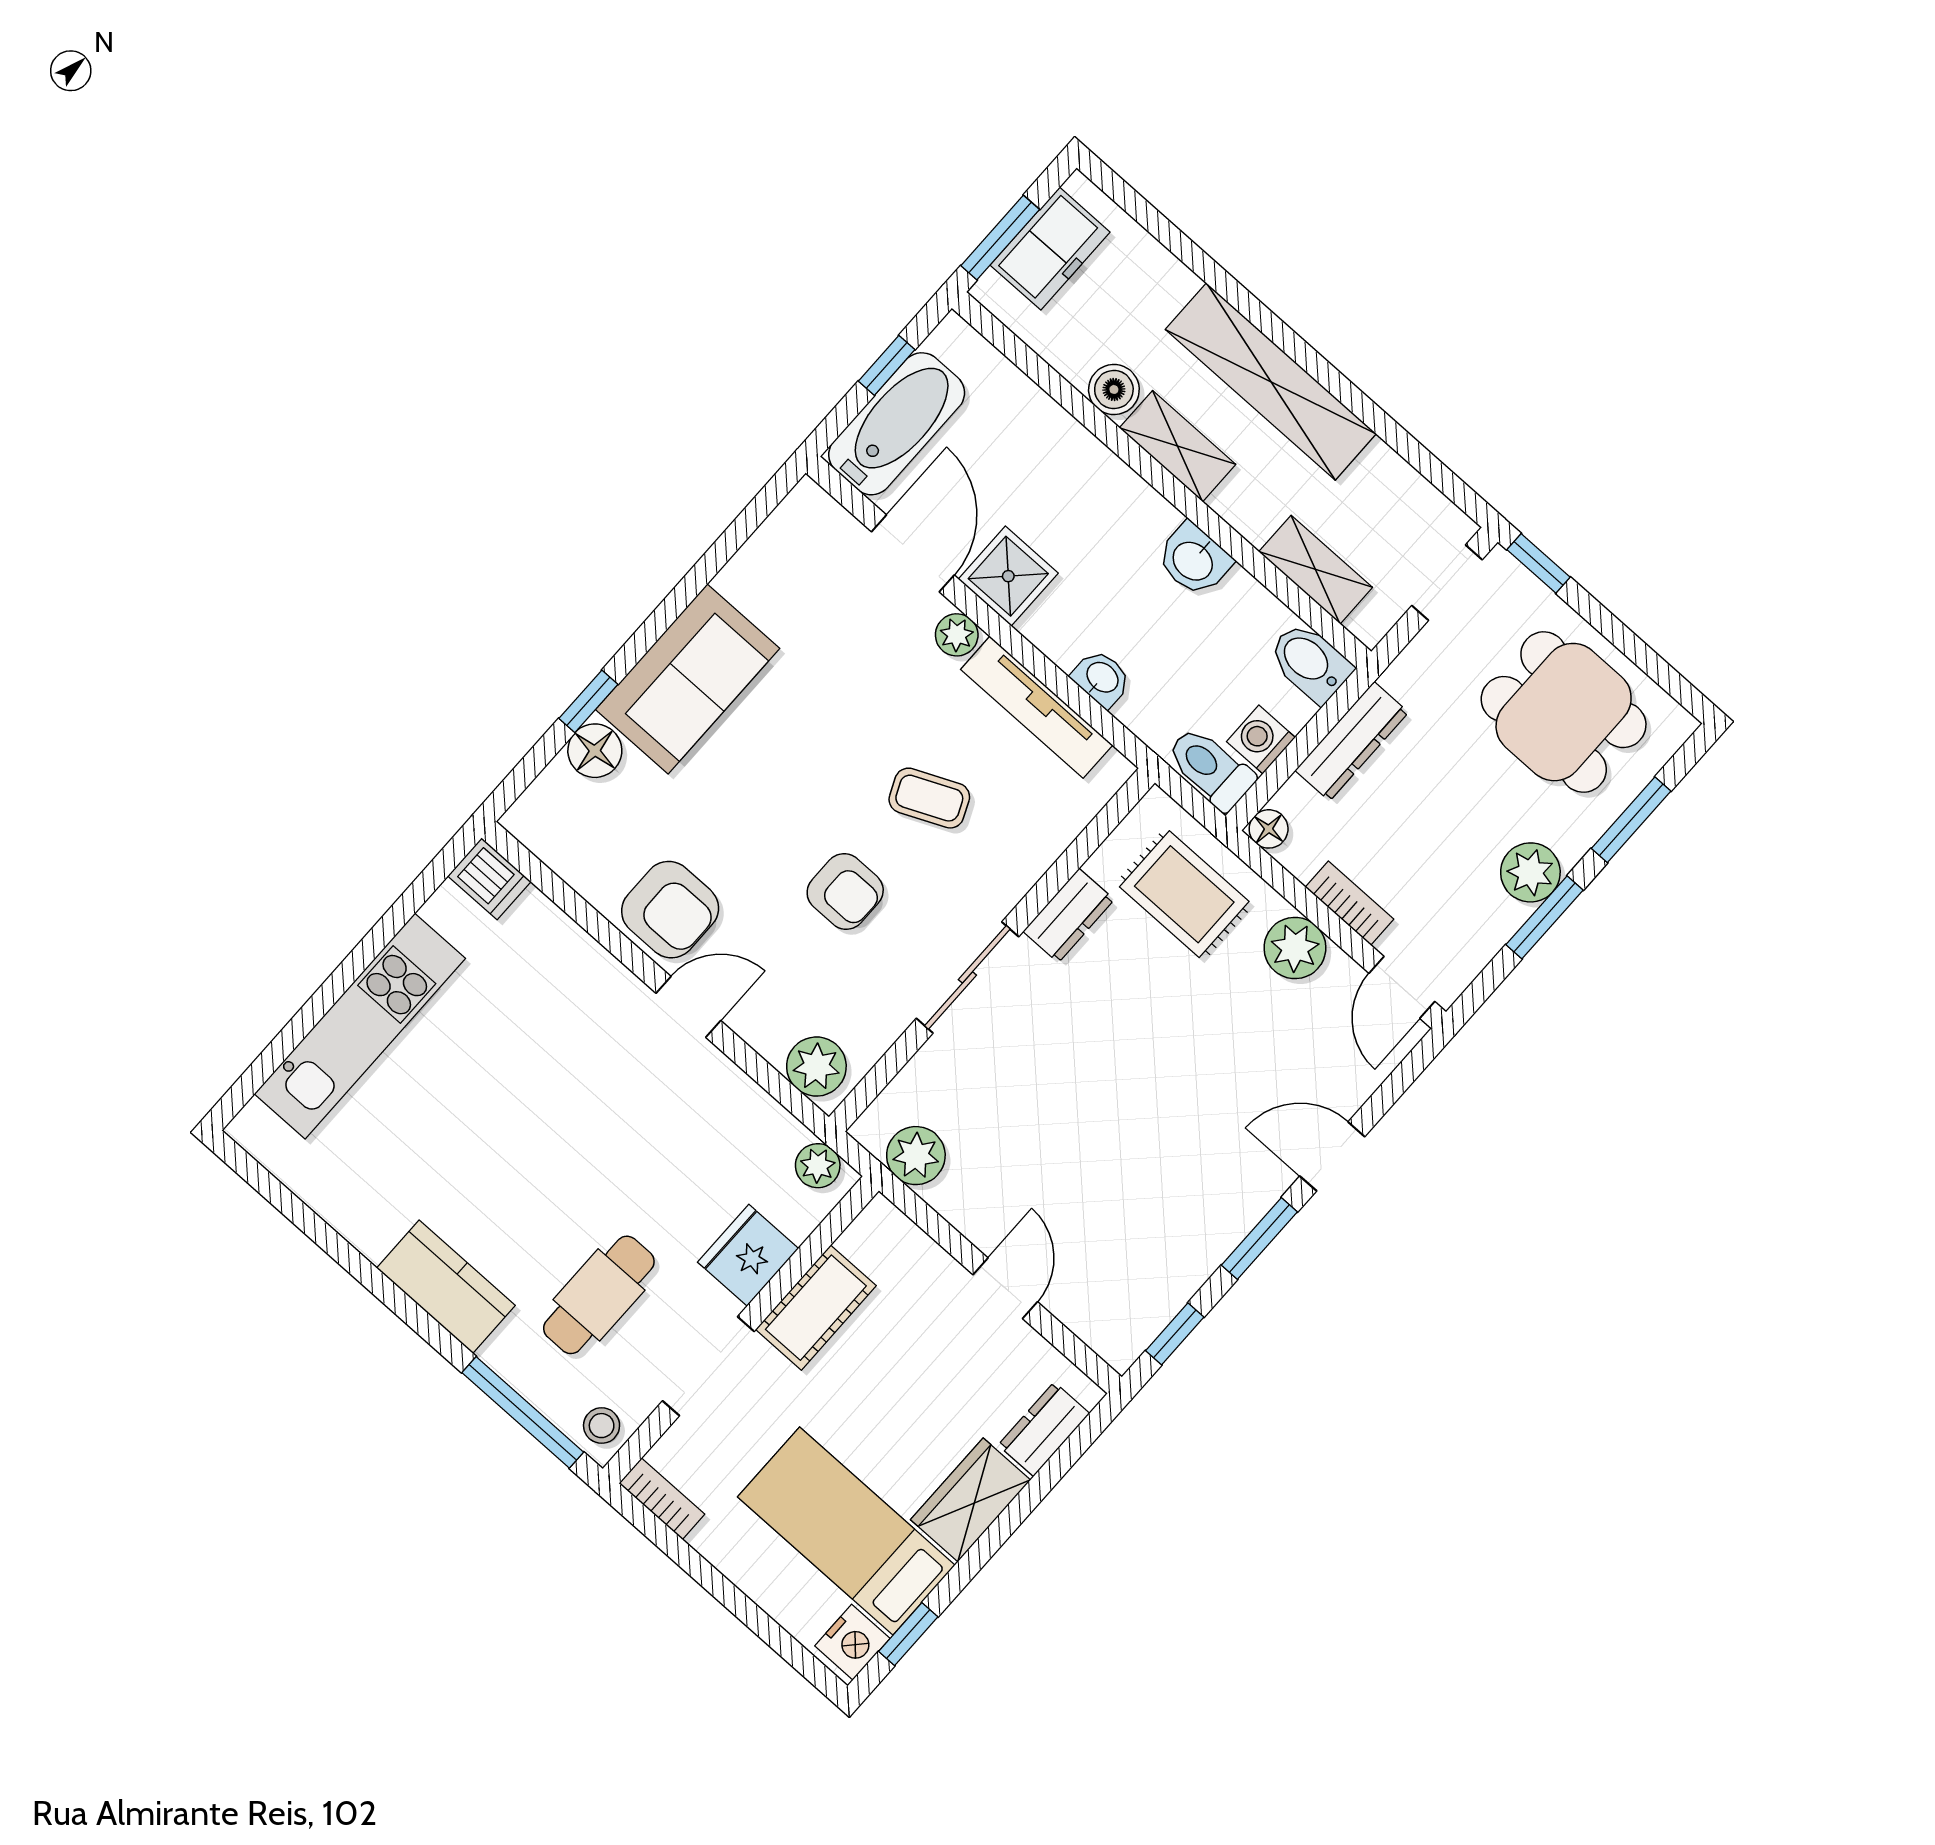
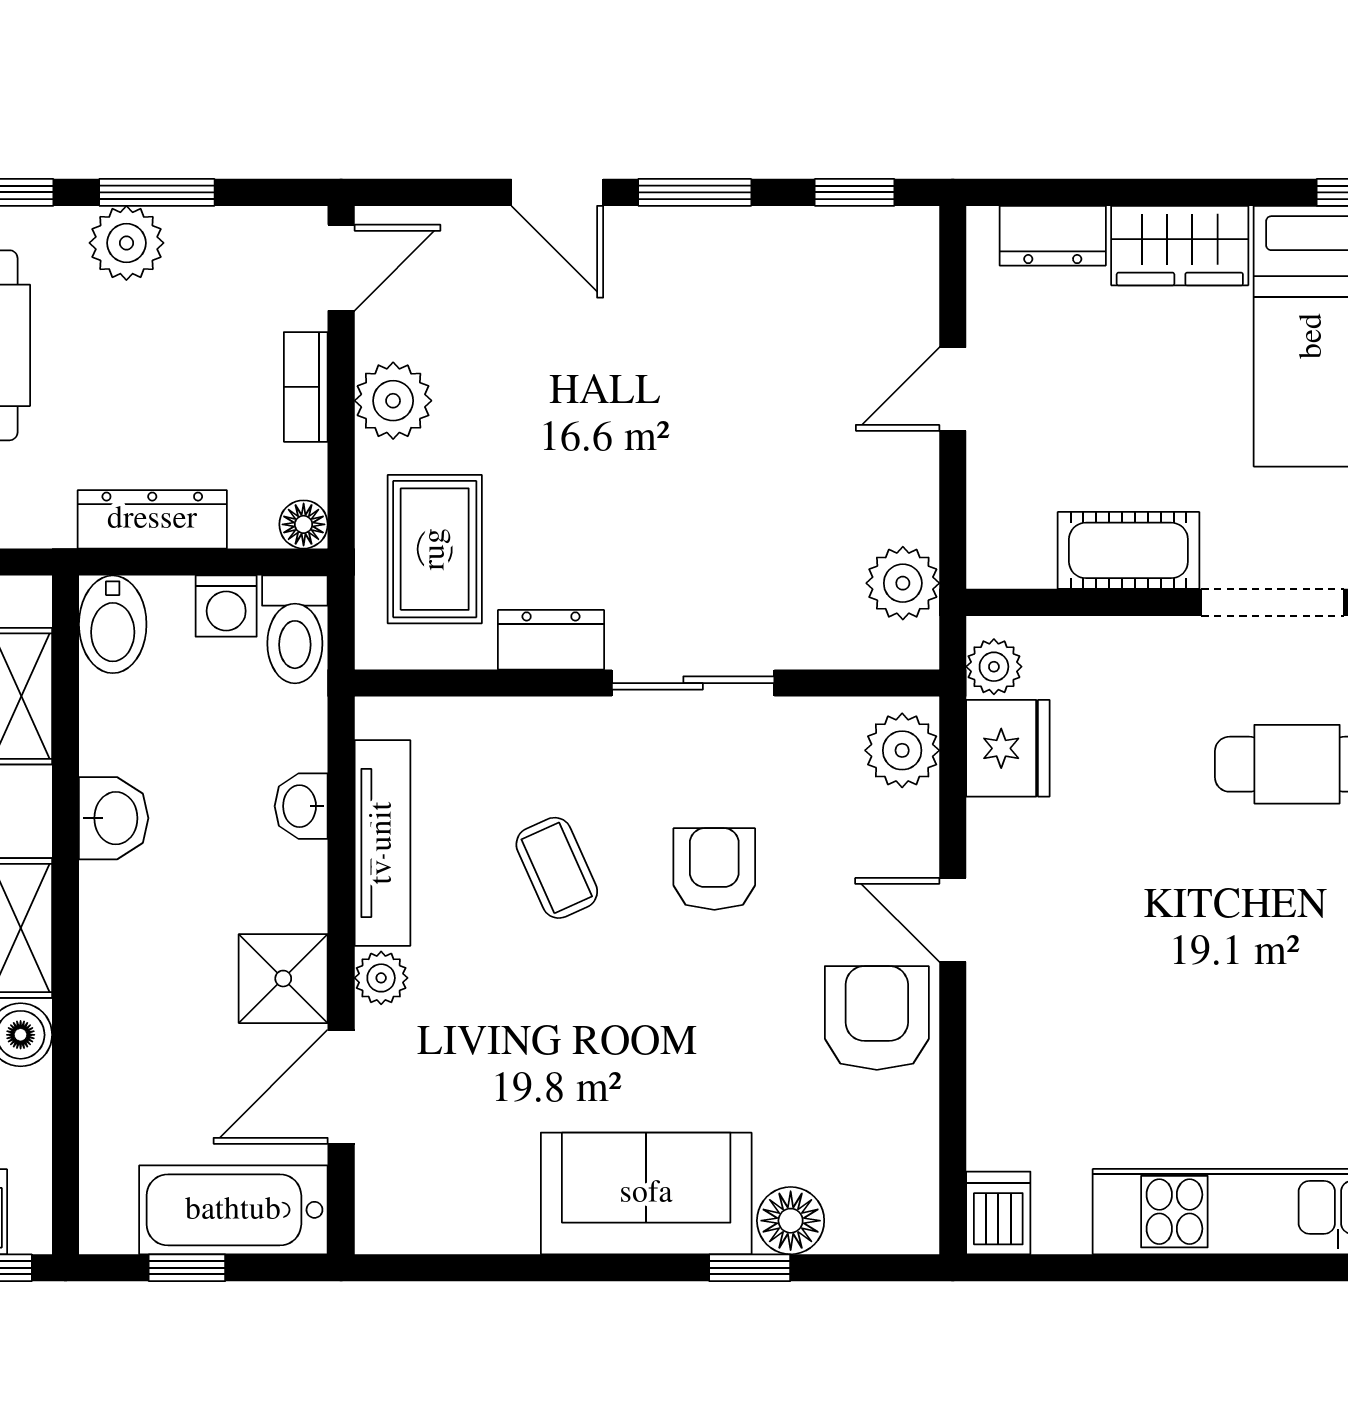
fridge: (748, 1255) -> (1008, 748), moved, turned -90

